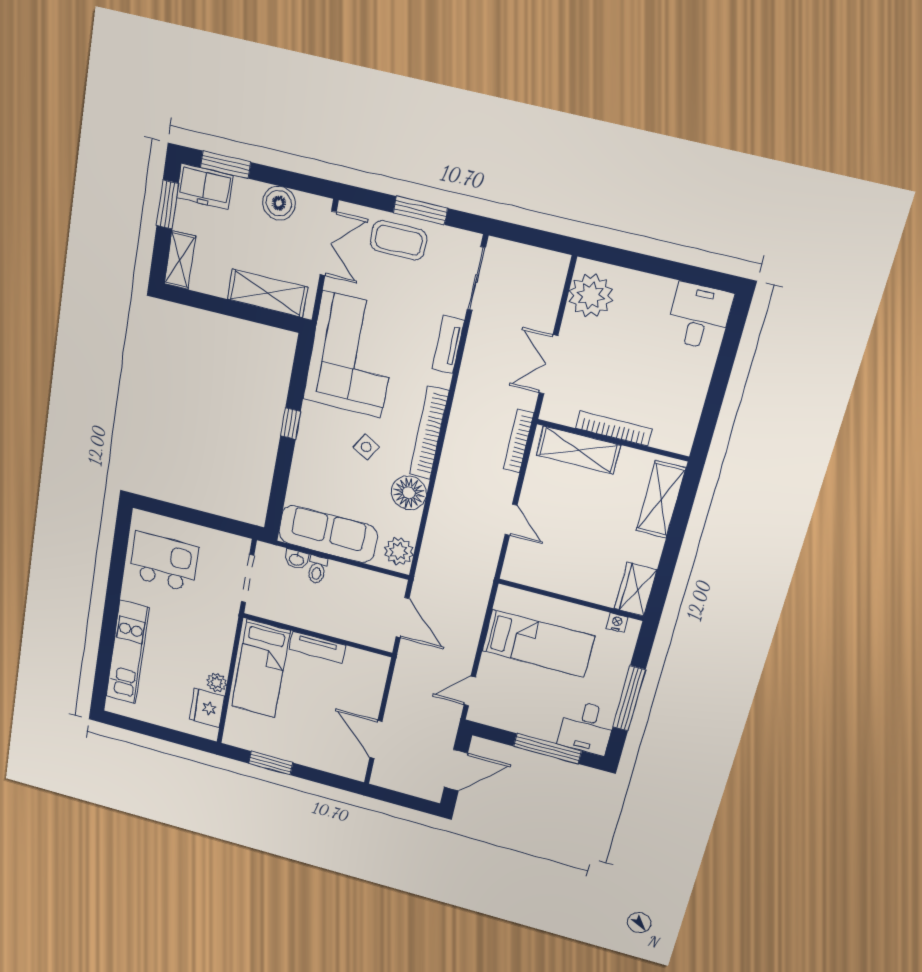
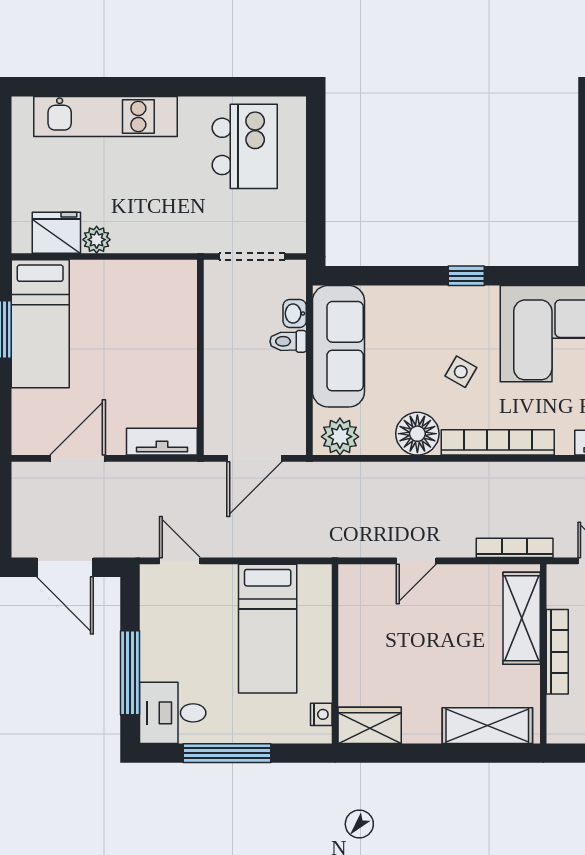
tv unit: (317, 647) -> (162, 442), moved, turned 90
bed: (261, 669) -> (40, 324), moved, turned -90

